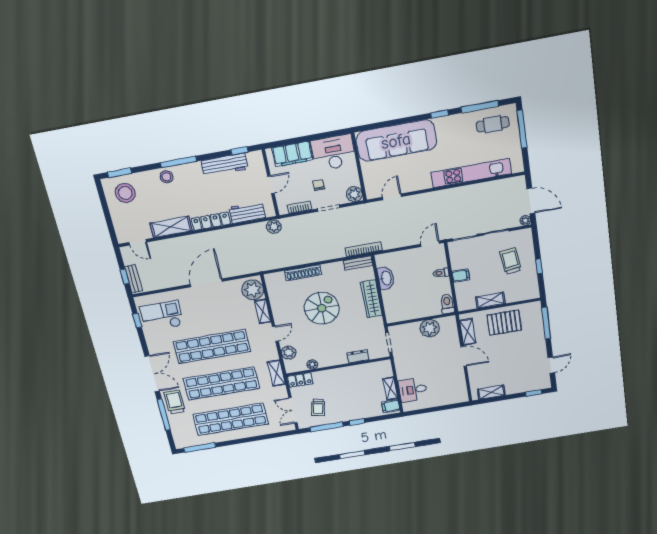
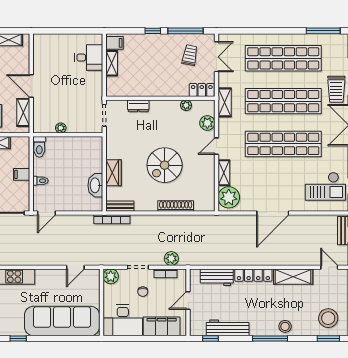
plant: (274, 227) -> (171, 258), moved
wardrobe: (371, 299) -> (113, 173), width x0.67
plant: (430, 328) -> (61, 128), width x0.53, depth x0.53

